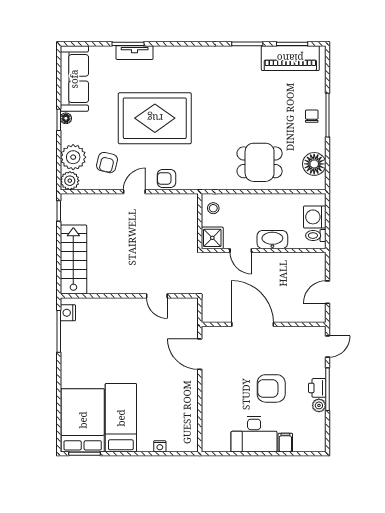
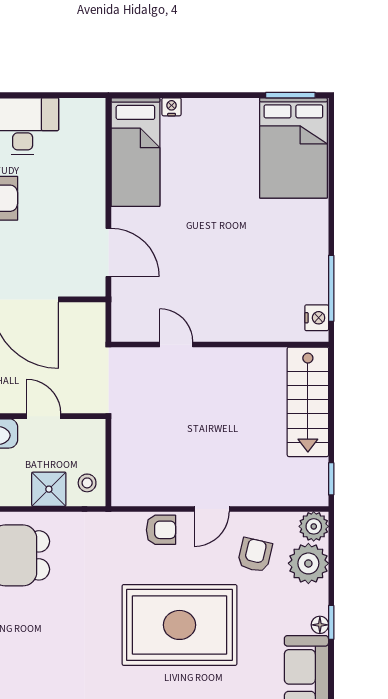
shower: (212, 238) -> (49, 489), moved
bed: (121, 418) -> (135, 152), moved

